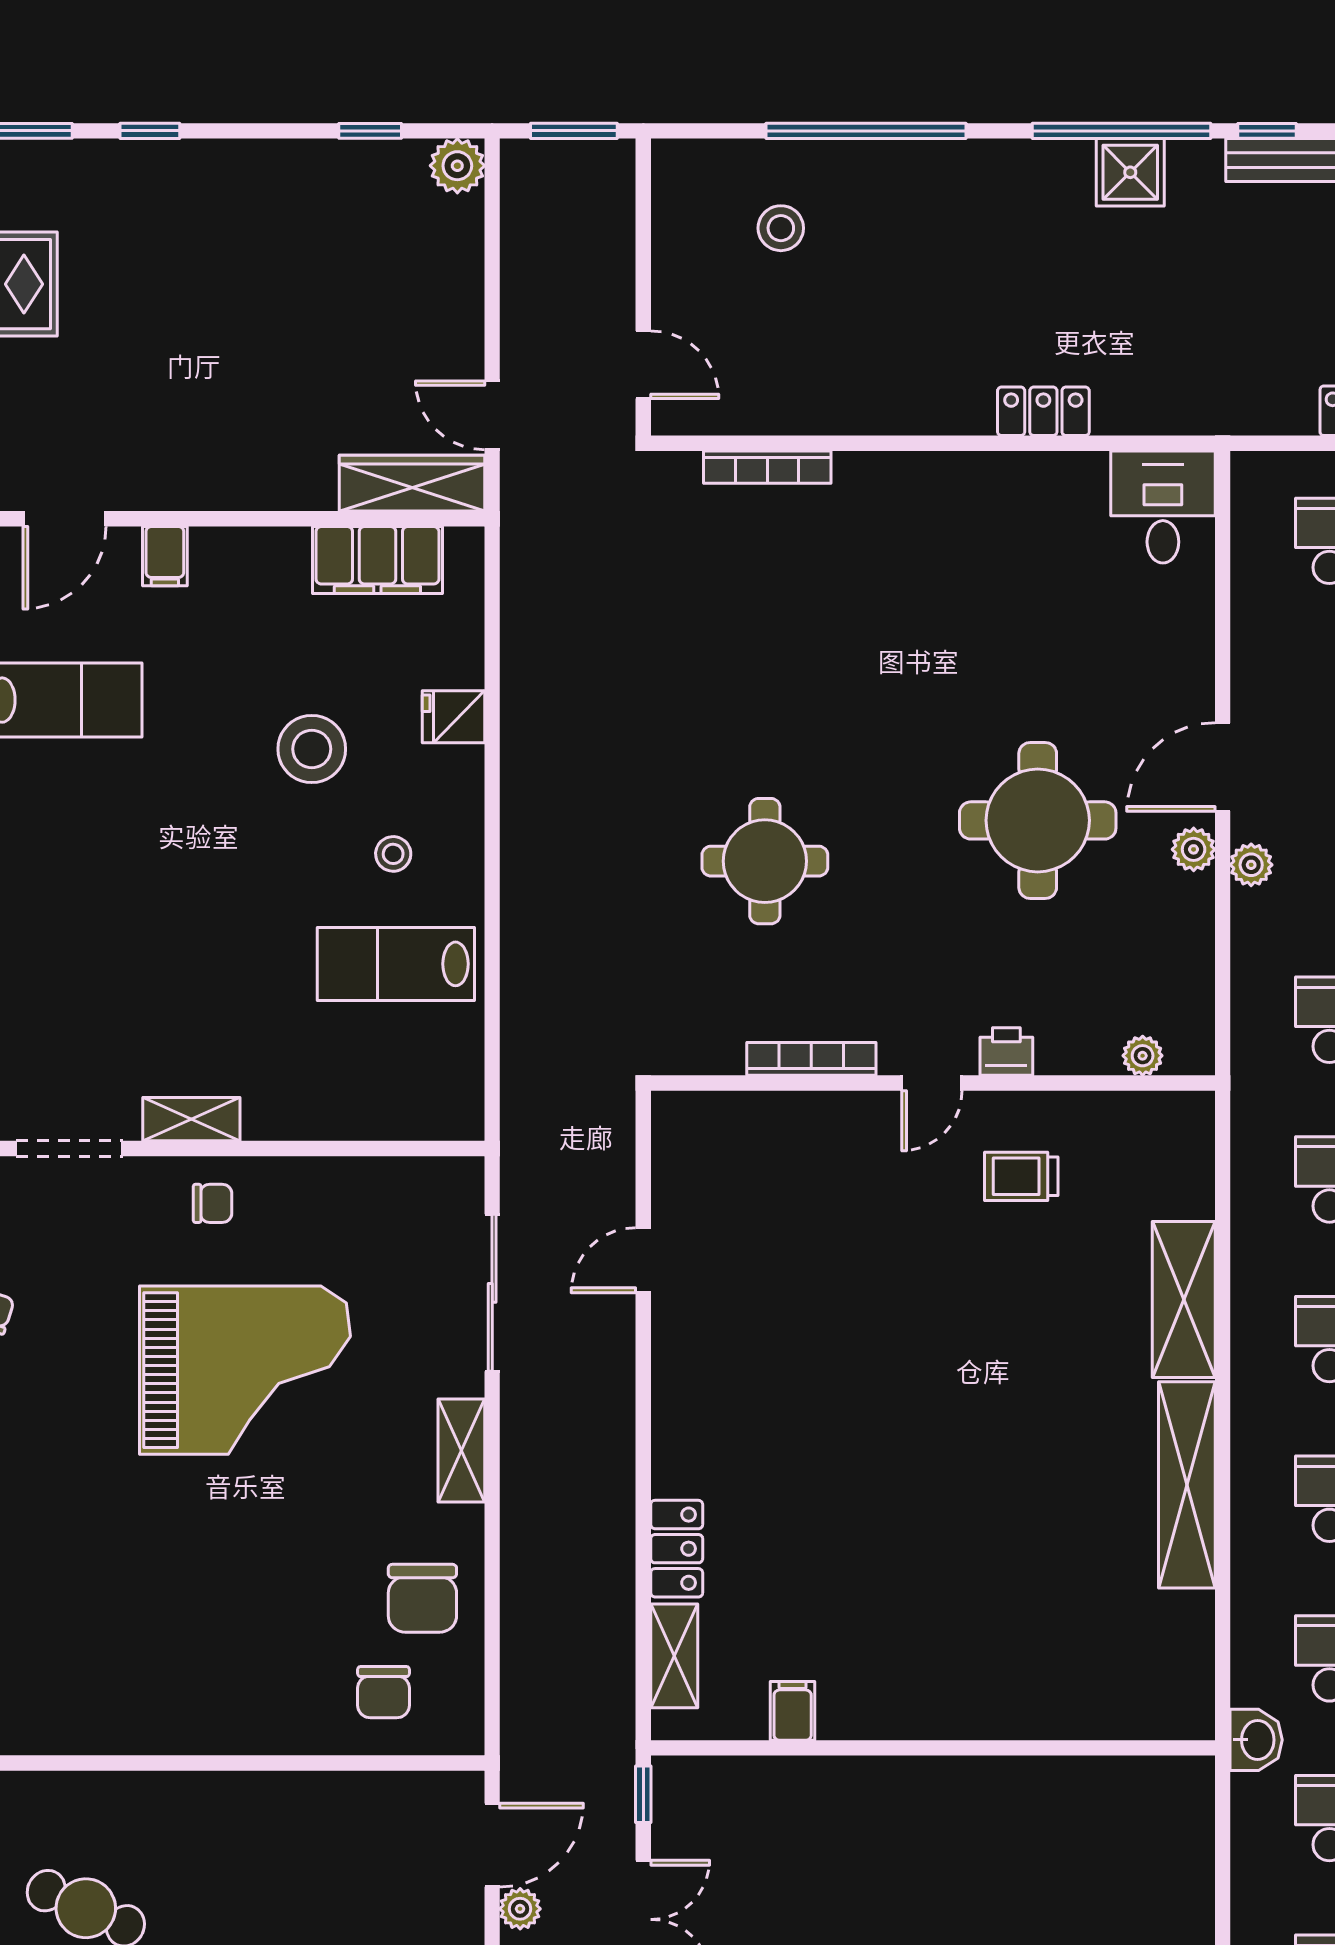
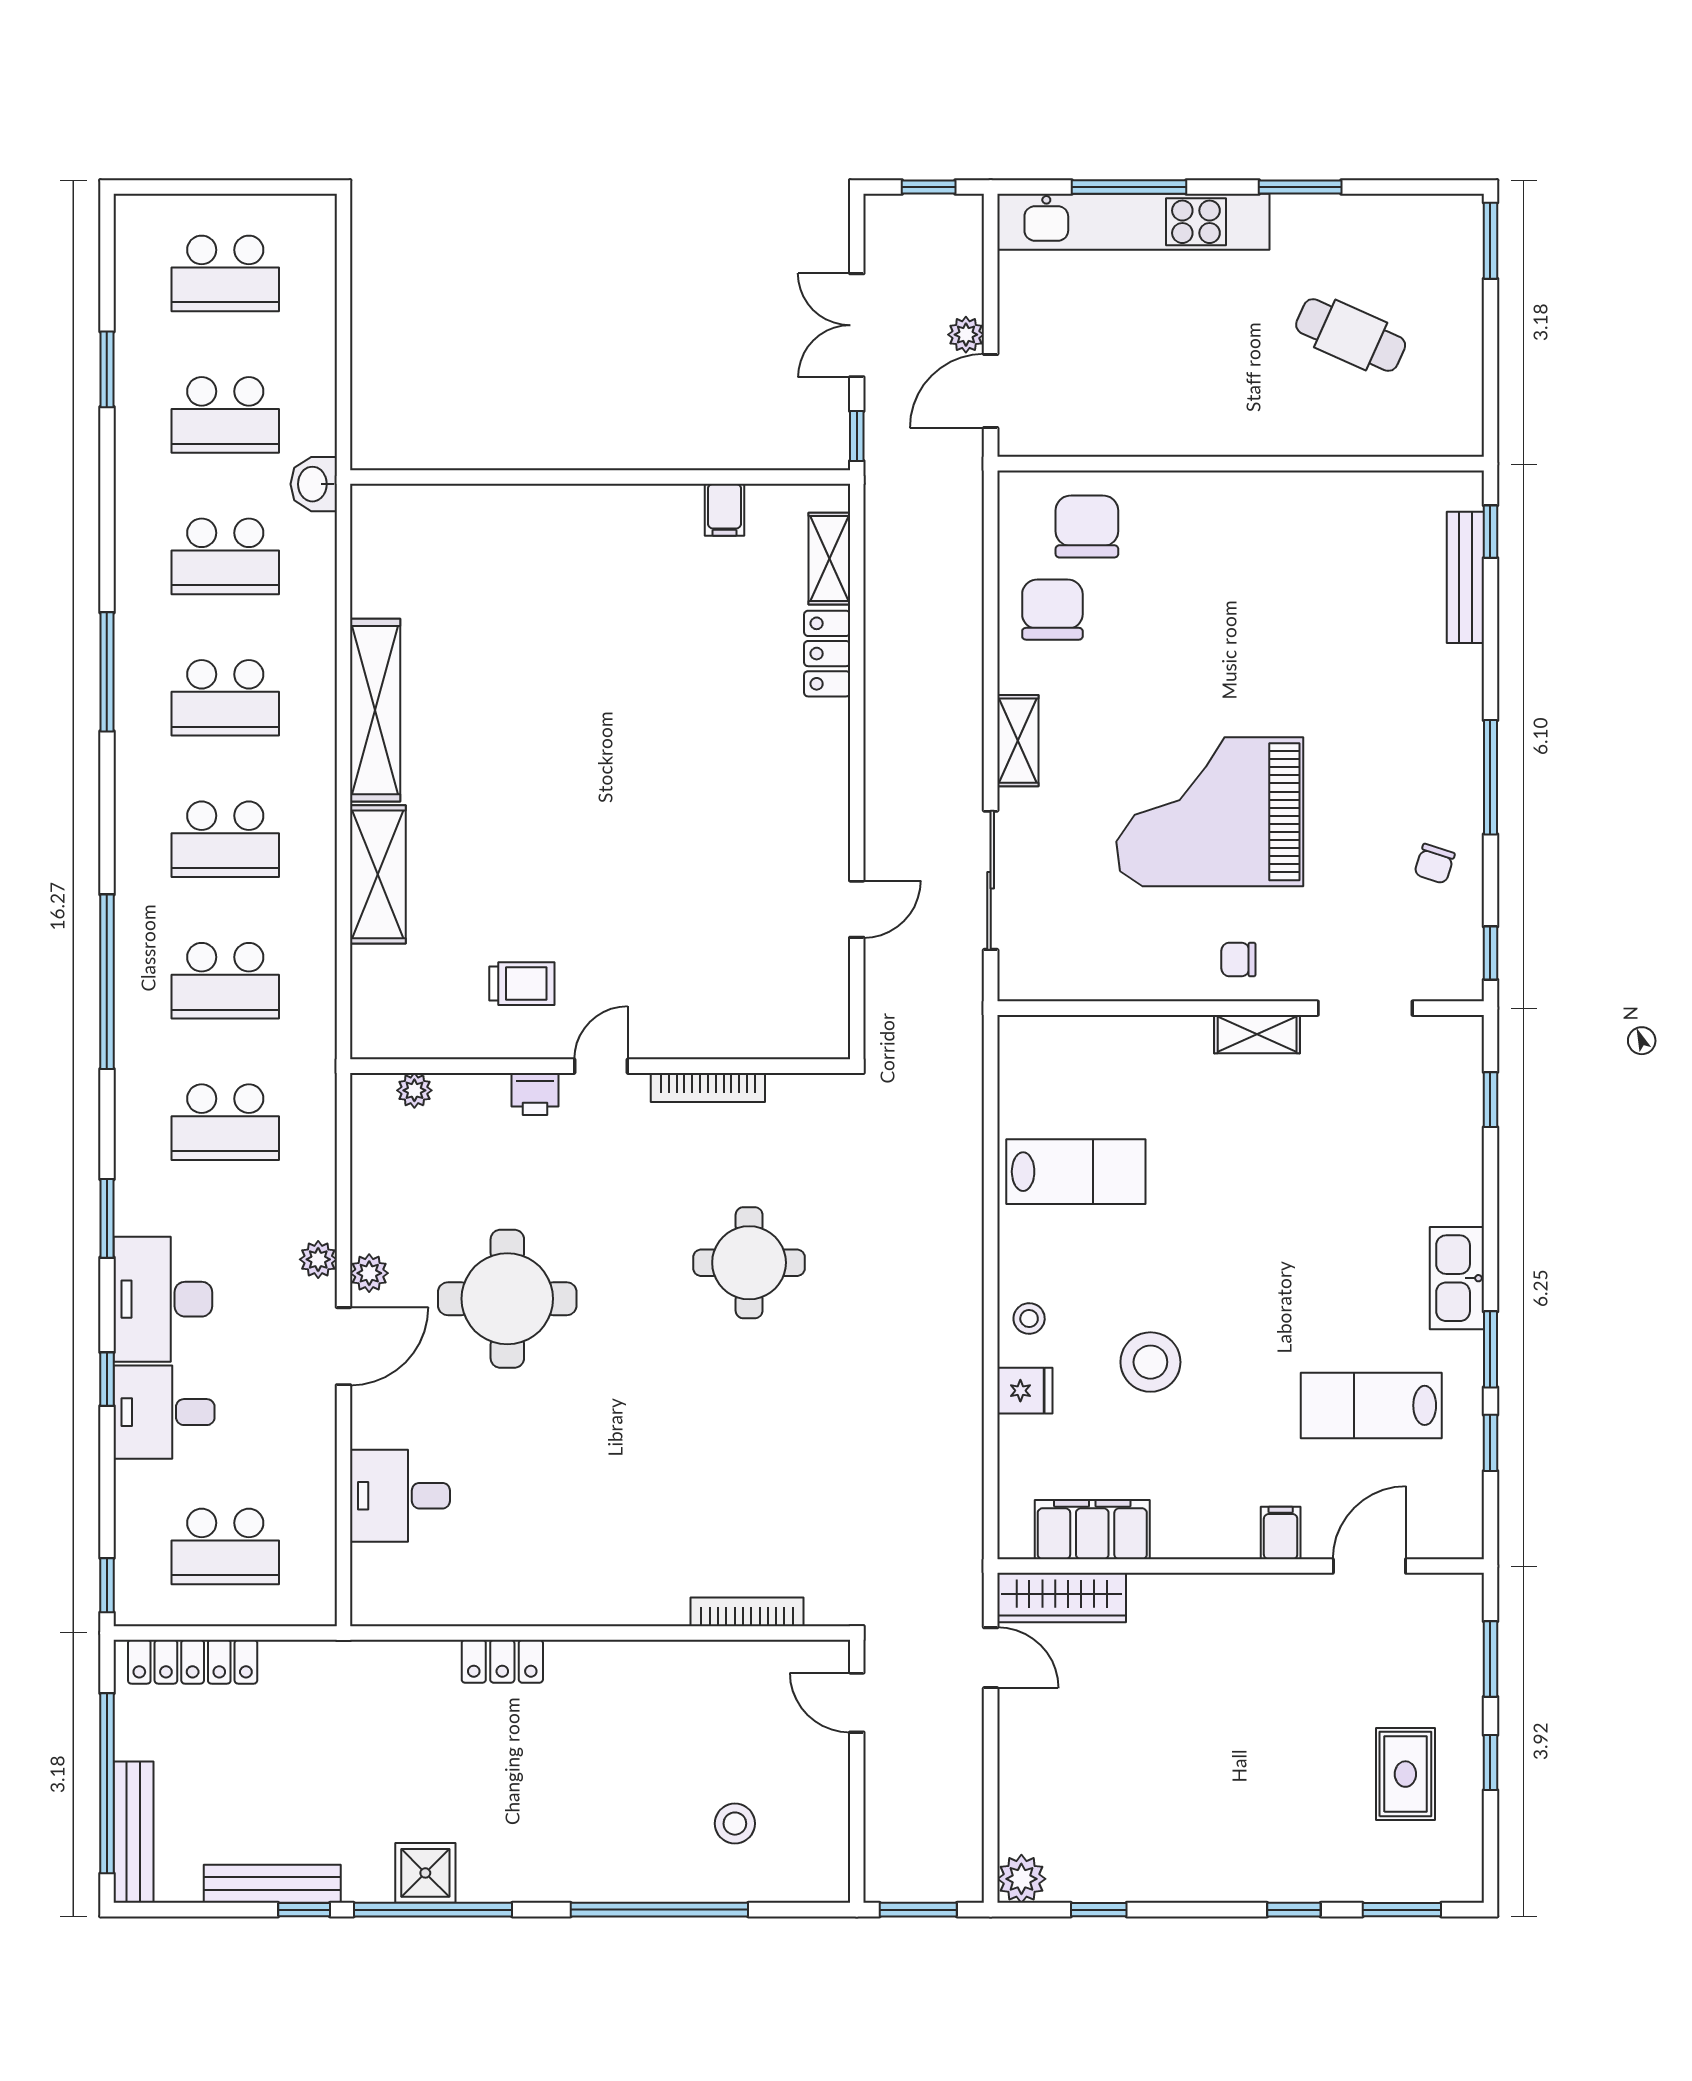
desk: (1163, 507) -> (400, 1496), moved, turned 90
stool: (393, 854) -> (1029, 1319), moved
chair: (384, 1692) -> (1087, 526), width x1.37, depth x1.37

